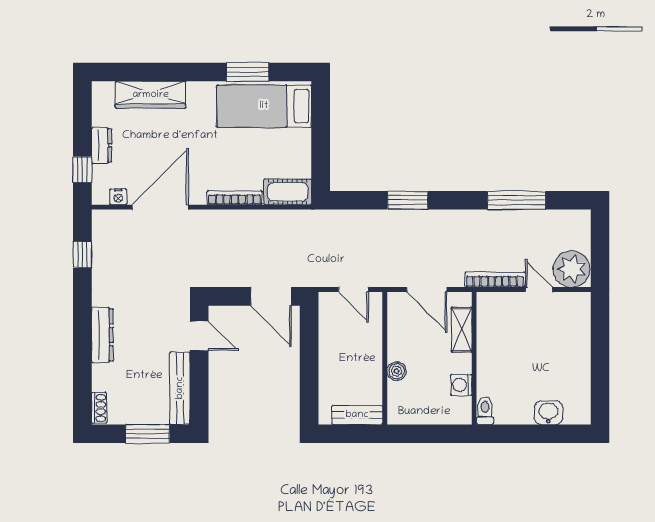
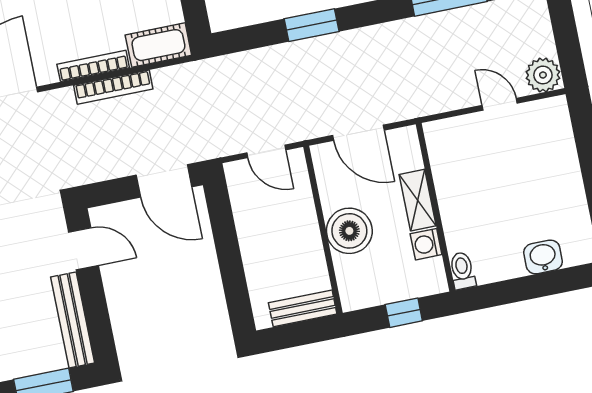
plant: (572, 269) -> (543, 75), width x0.73, depth x0.73
bookcase: (495, 280) -> (113, 87), moved, turned 180
shelving: (462, 330) -> (418, 200), moved
boiler: (397, 371) -> (349, 231), width x1.86, depth x1.86
window: (434, 434) -> (404, 313), added

